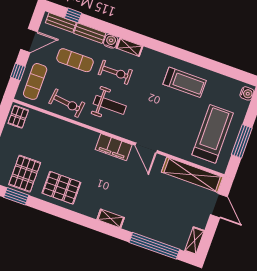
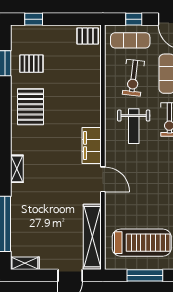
exercise bike: (67, 103) -> (133, 78), moved
door: (146, 148) -> (103, 179), swing flipped
pallet: (25, 174) -> (31, 64), width x0.67, depth x0.71

